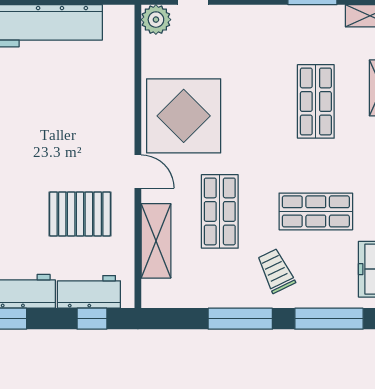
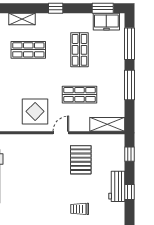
display table: (184, 116) -> (35, 111), width x0.73, depth x0.73
shelving: (156, 241) -> (107, 124), moved
trolley: (276, 271) -> (107, 68), removed
workbench: (89, 292) -> (117, 156), removed

